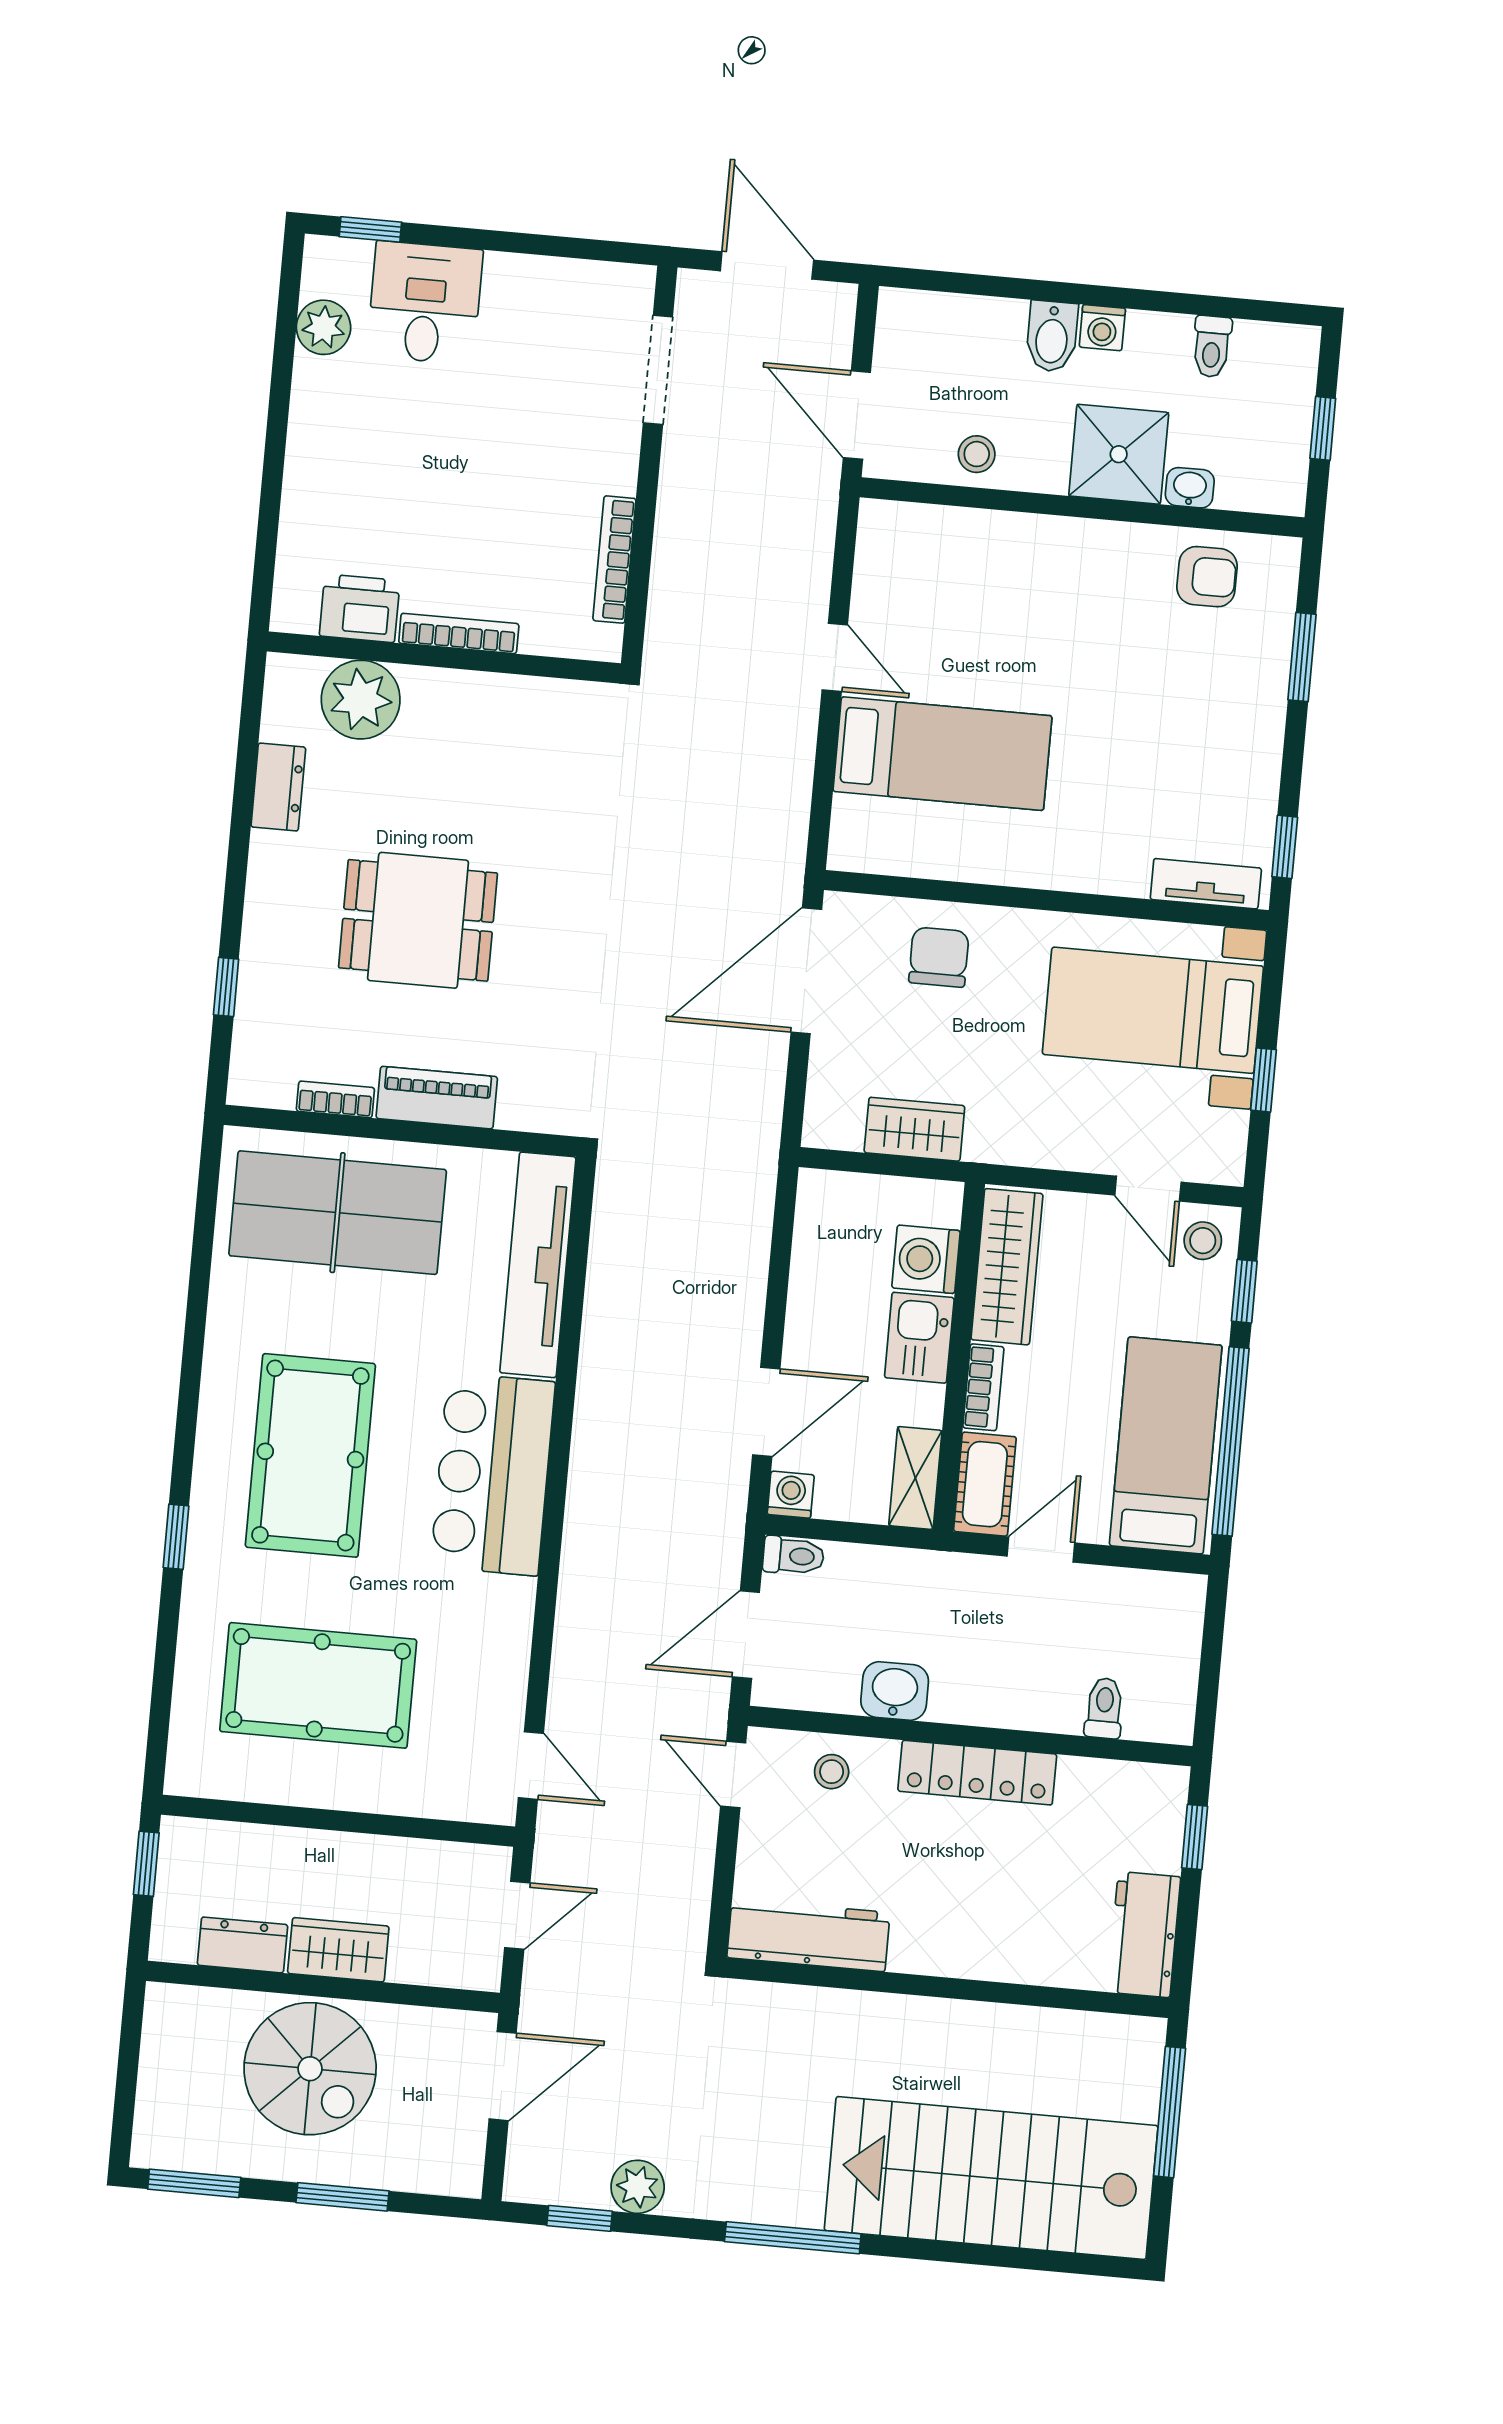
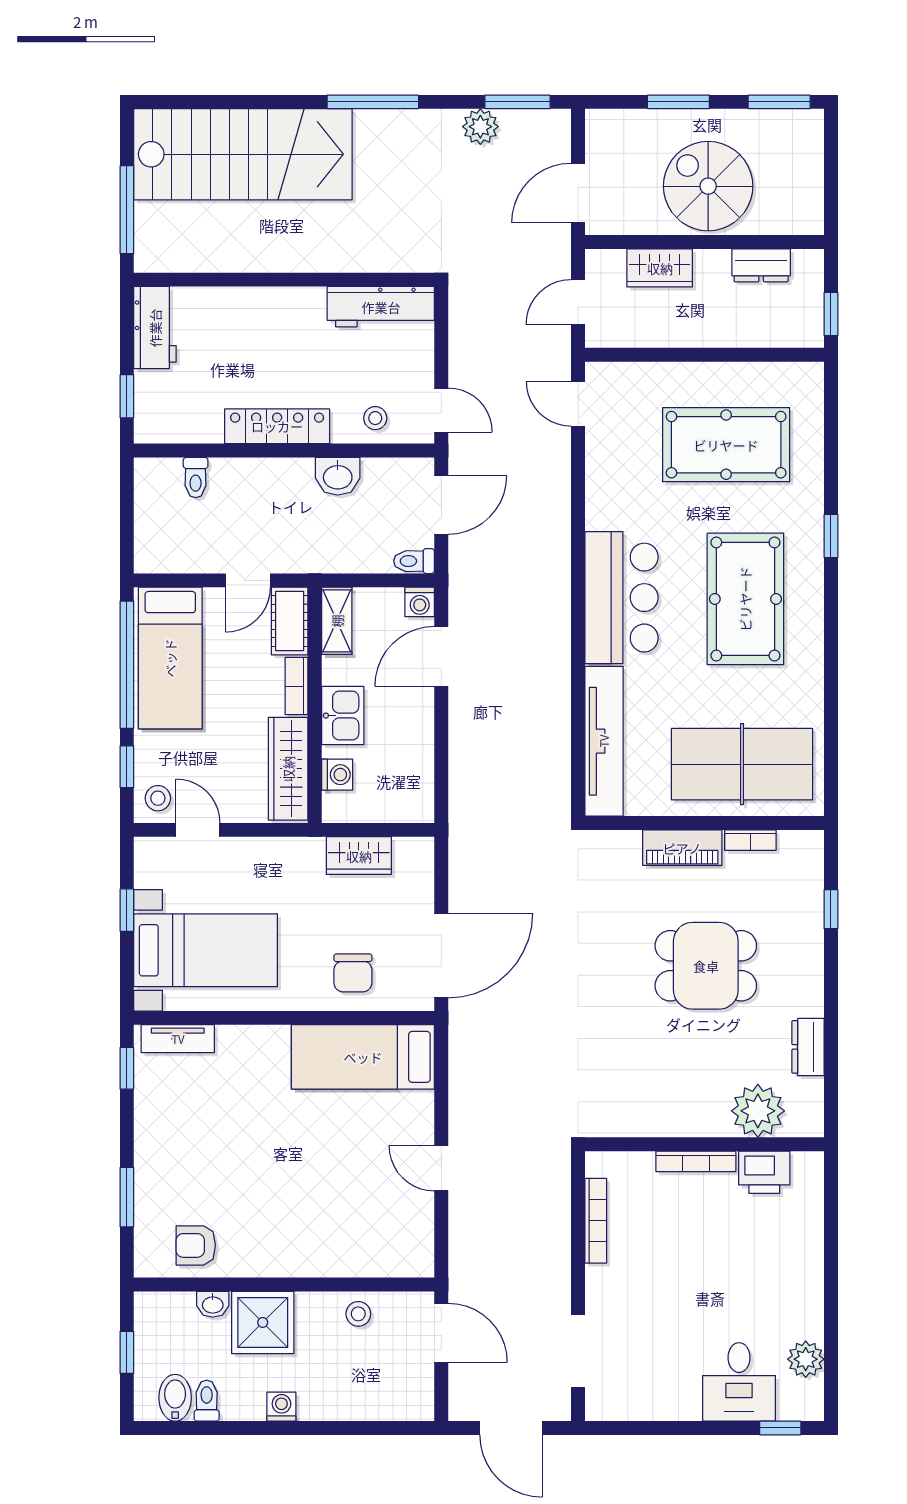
bidet: (1052, 336) -> (175, 1398), moved
bed: (942, 754) -> (363, 1057), moved
washing machine: (926, 1259) -> (337, 775), width x0.73, depth x0.73
wardrobe: (338, 1950) -> (660, 268), moved
window: (580, 2218) -> (517, 102), width x1.50

